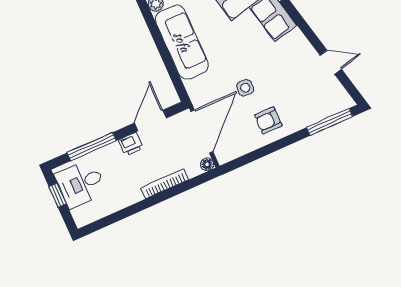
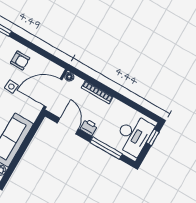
door: (150, 120) -> (68, 126), swing flipped
desk: (81, 184) -> (134, 135), width x1.37
window: (58, 195) -> (153, 137), moved

